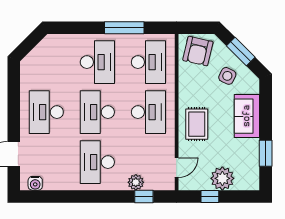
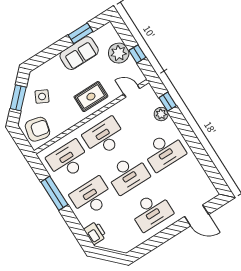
printer: (60, 43) -> (95, 233), added
sofa: (247, 116) -> (79, 53), moved
water cooler: (35, 183) -> (208, 187), removed

